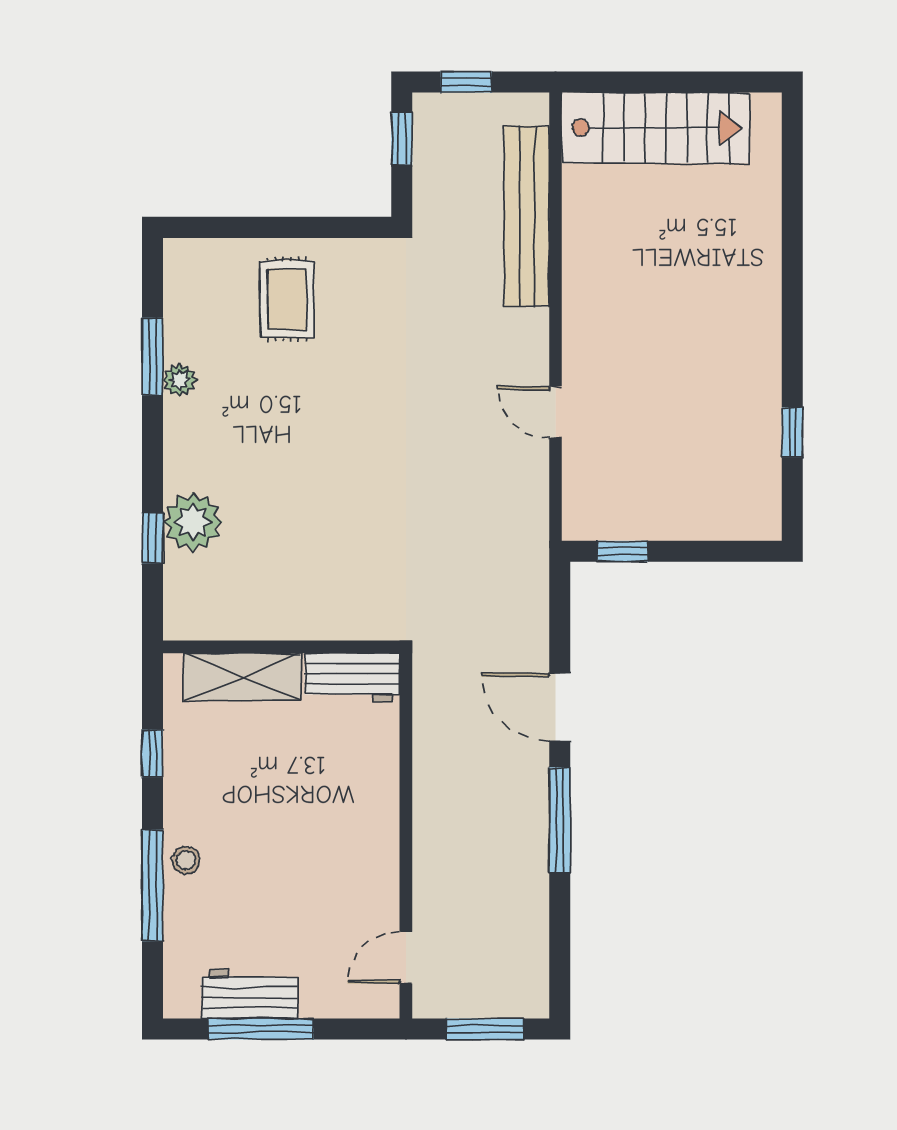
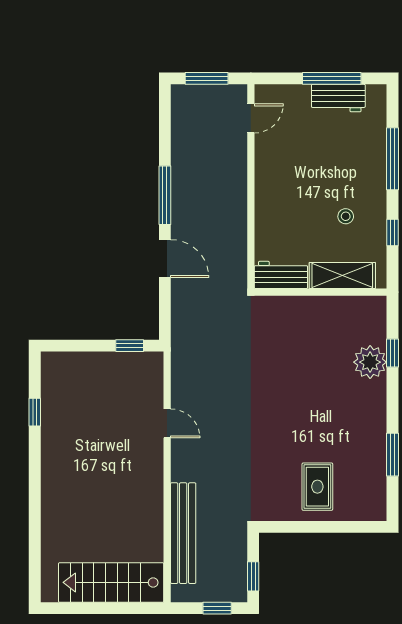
plant: (180, 380) -> (377, 441), removed
stool: (186, 860) -> (346, 216), moved

